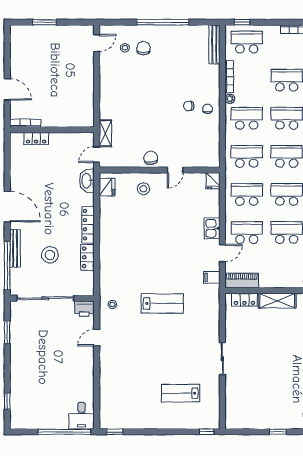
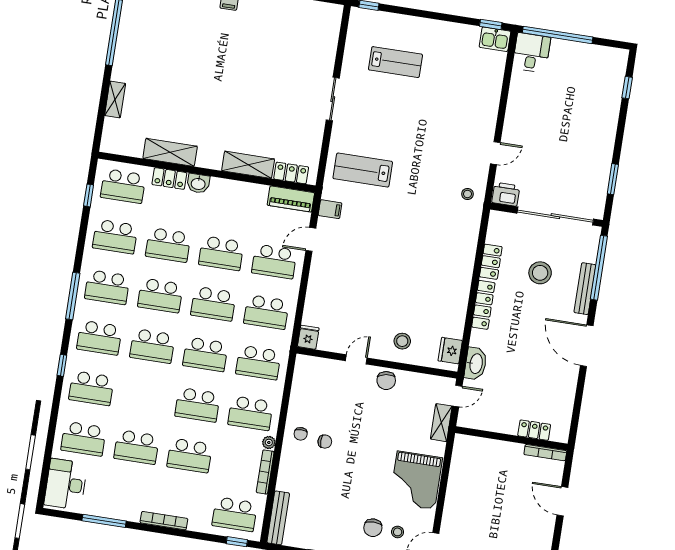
grand piano: (117, 88) -> (416, 480), added
kitchen sink: (212, 228) -> (495, 39), moved, turned 90
lab bench: (162, 304) -> (363, 170), moved

